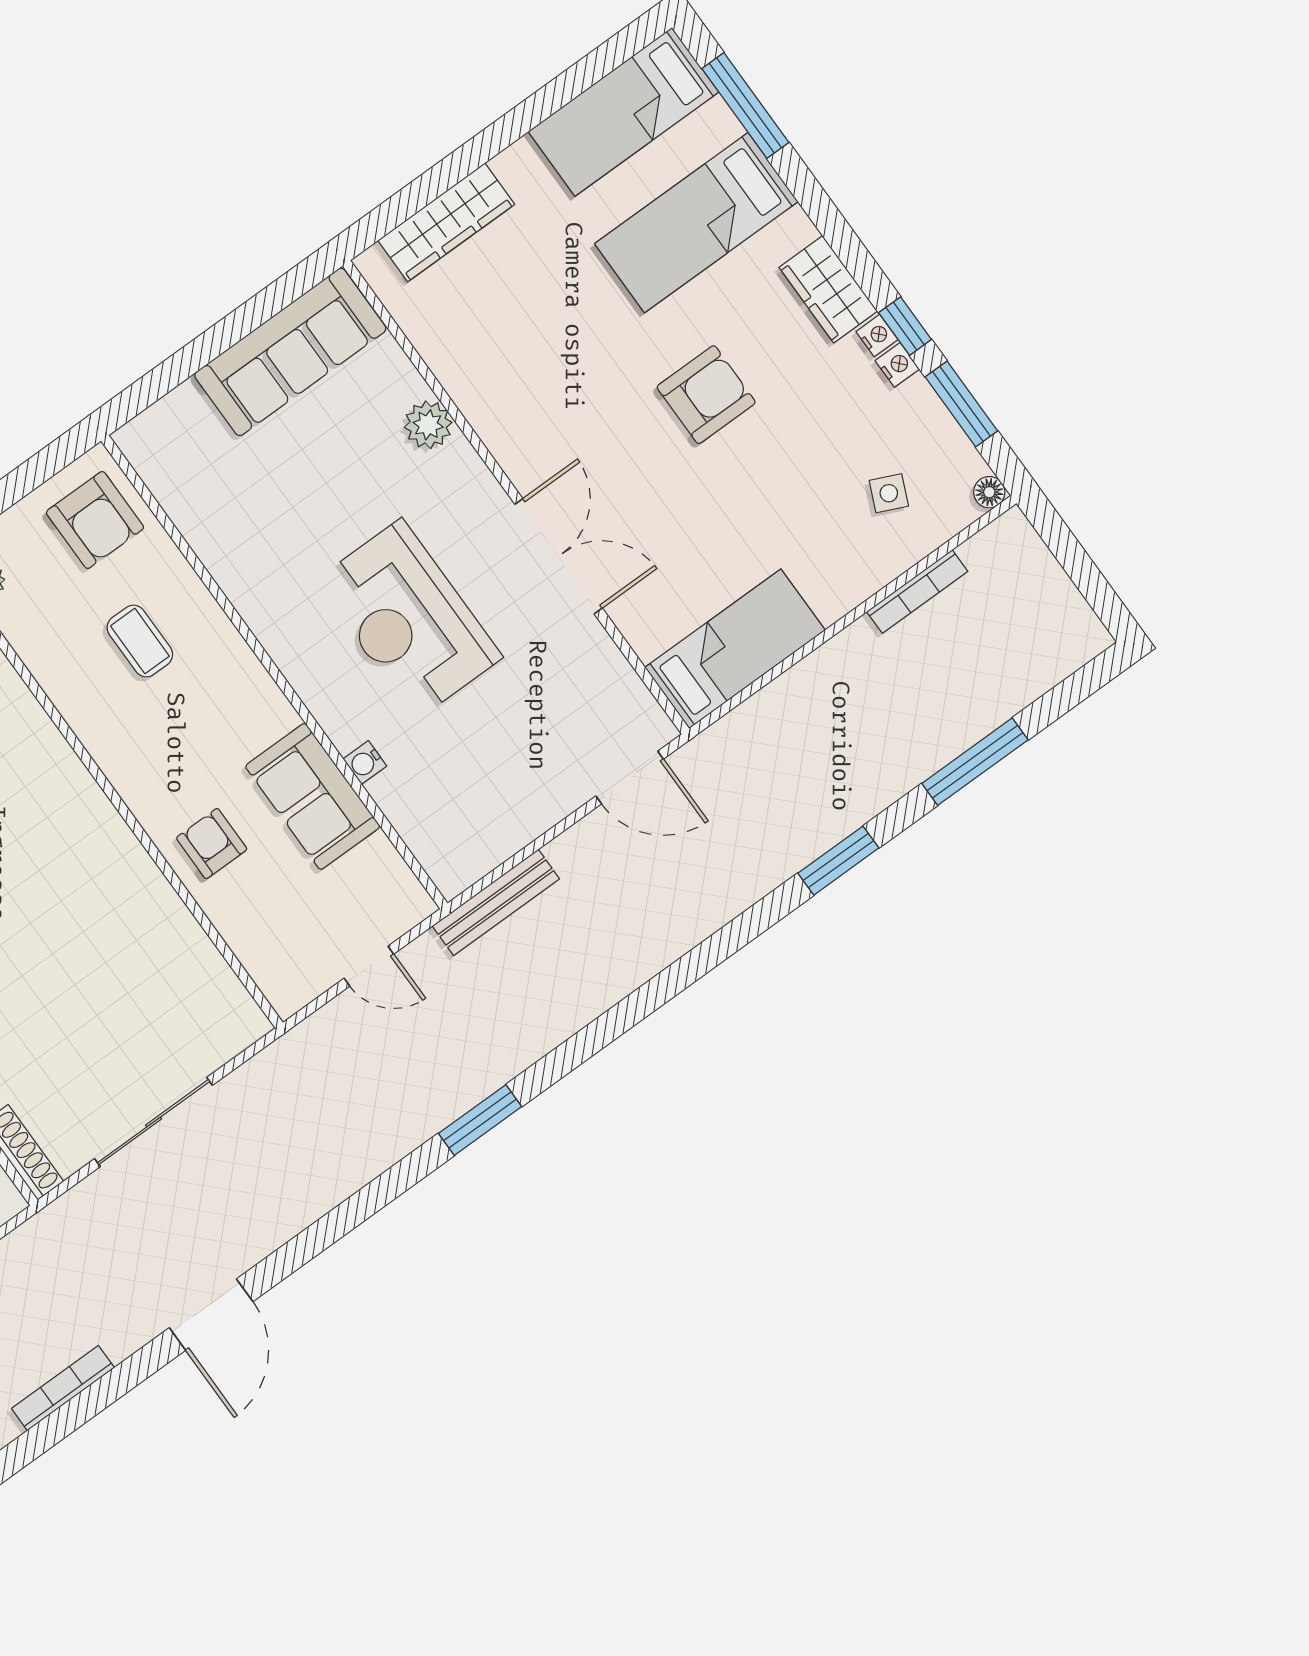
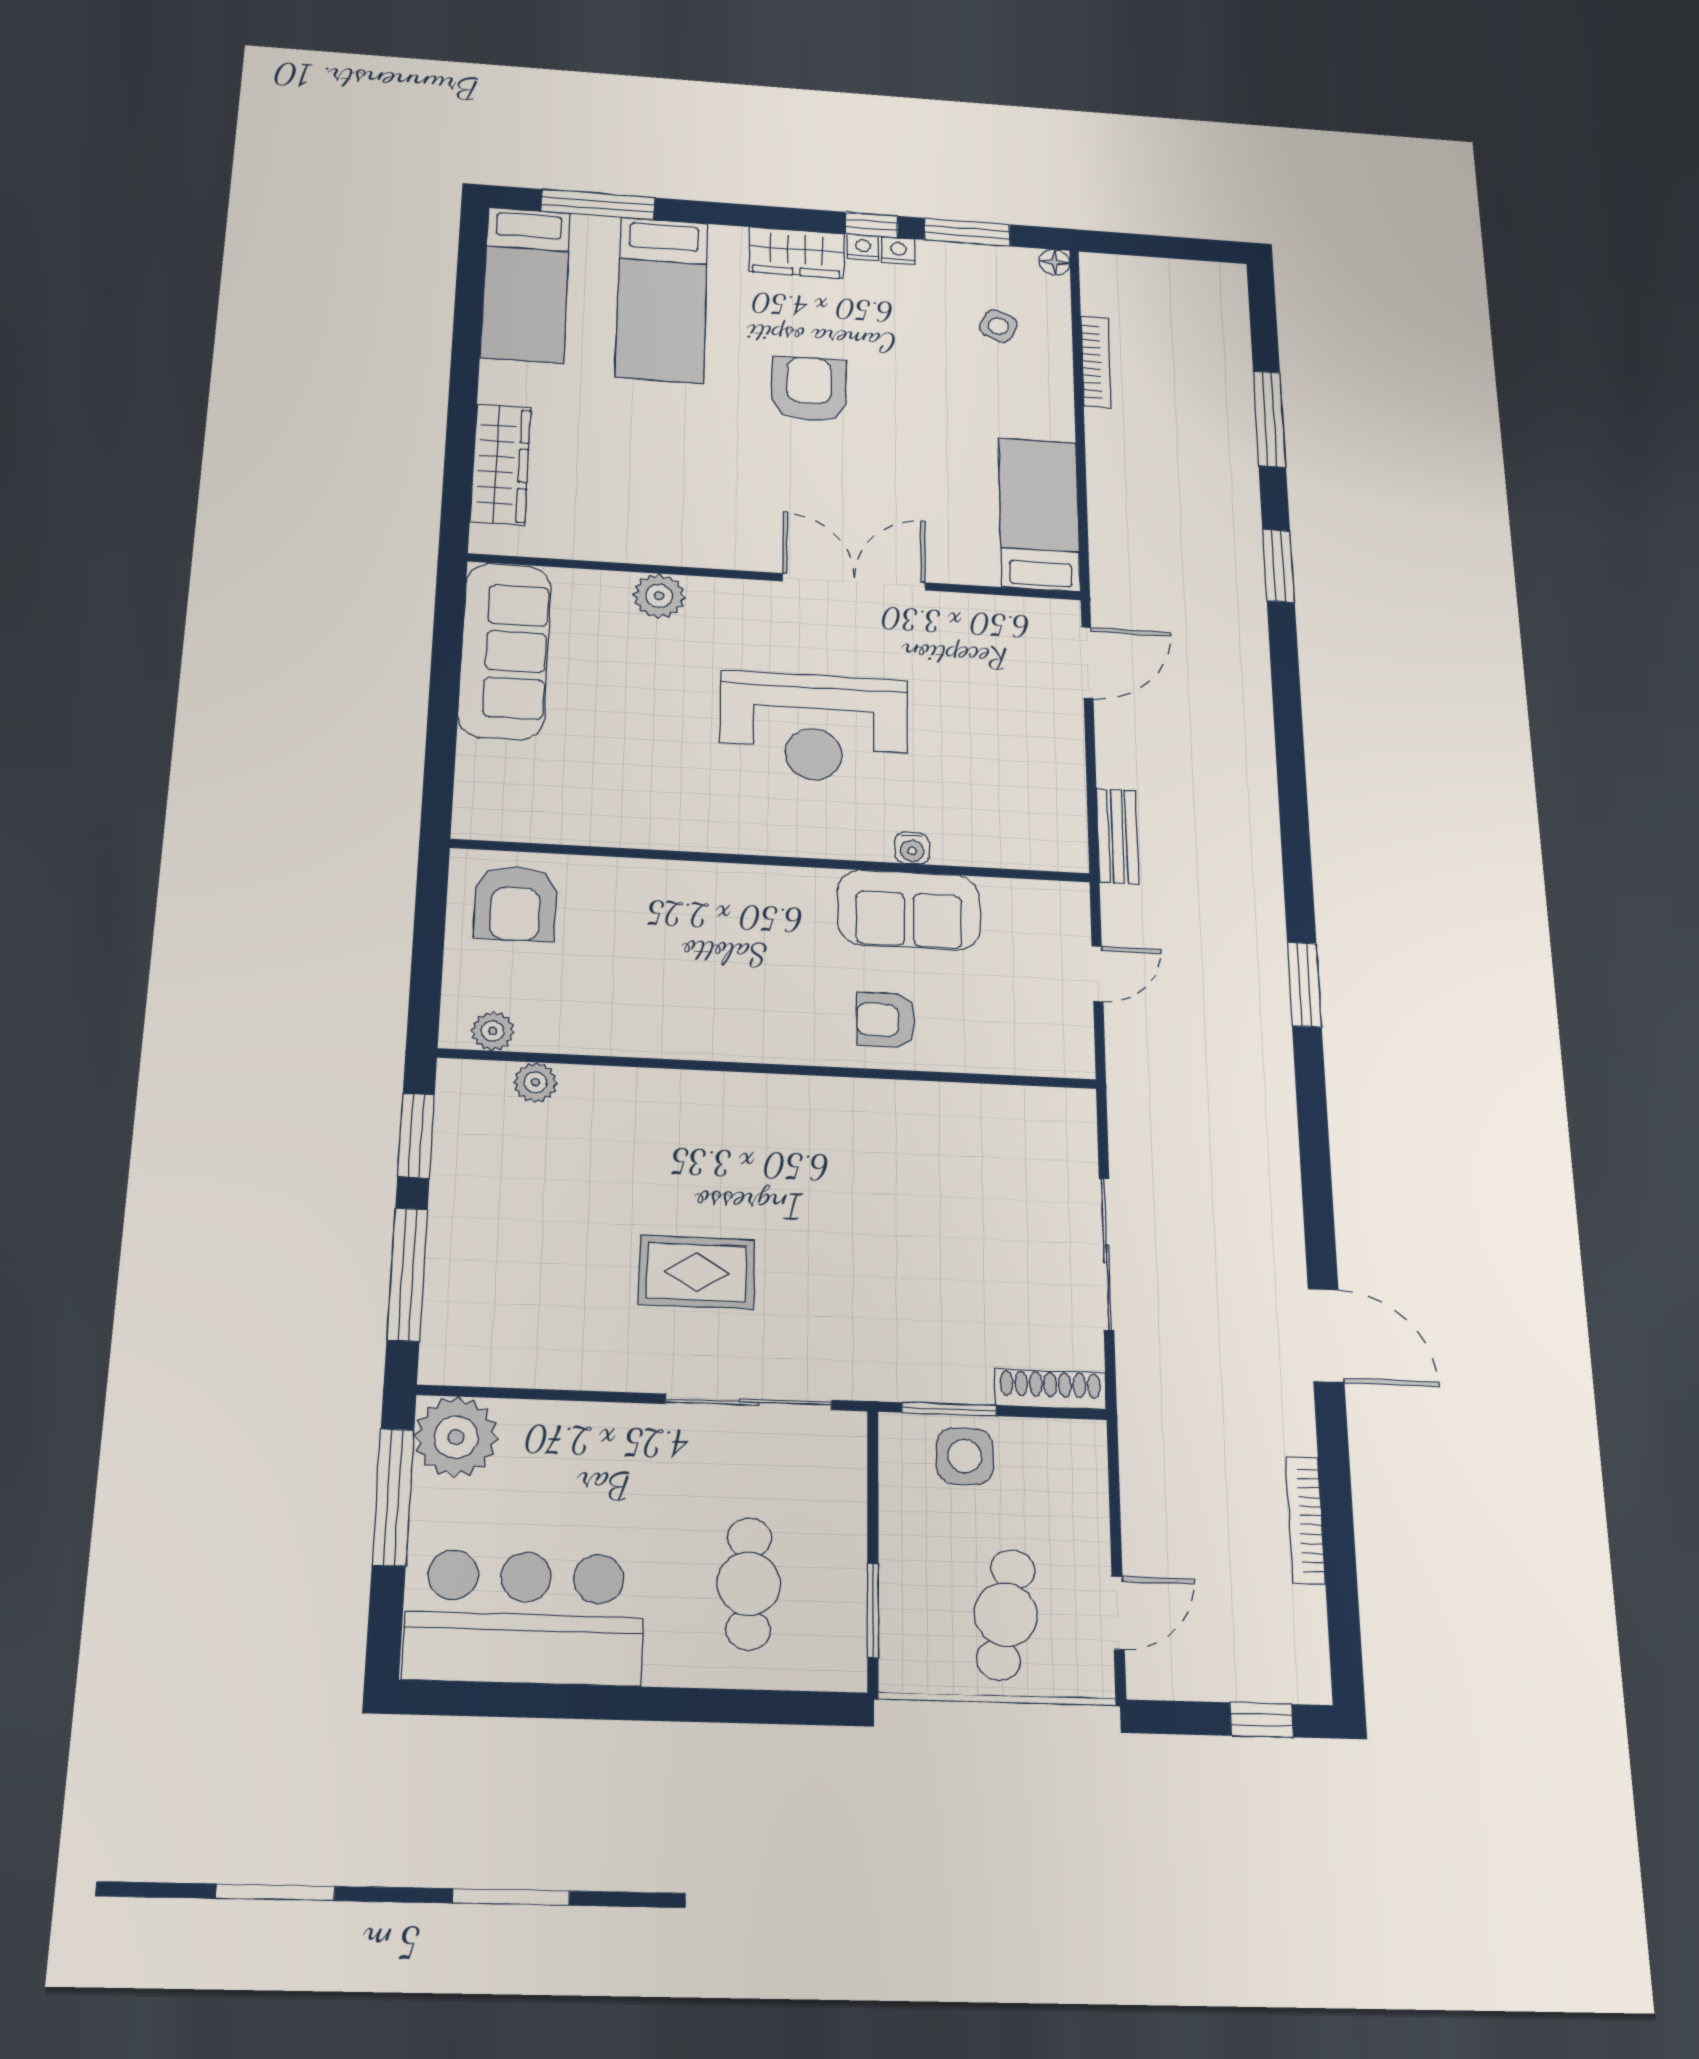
armchair: (95, 520) -> (515, 904), turned 90
coffee table: (140, 641) -> (655, 946), removed
bench: (496, 902) -> (1118, 836), width x0.73

